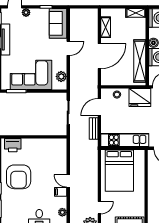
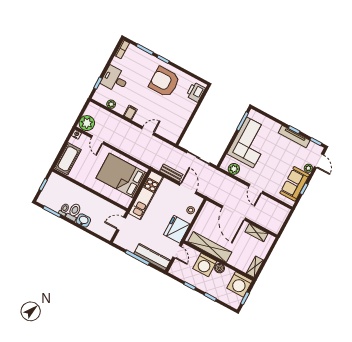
sofa: (58, 23) -> (295, 184), moved, turned -90
door: (68, 181) -> (148, 131), moved

